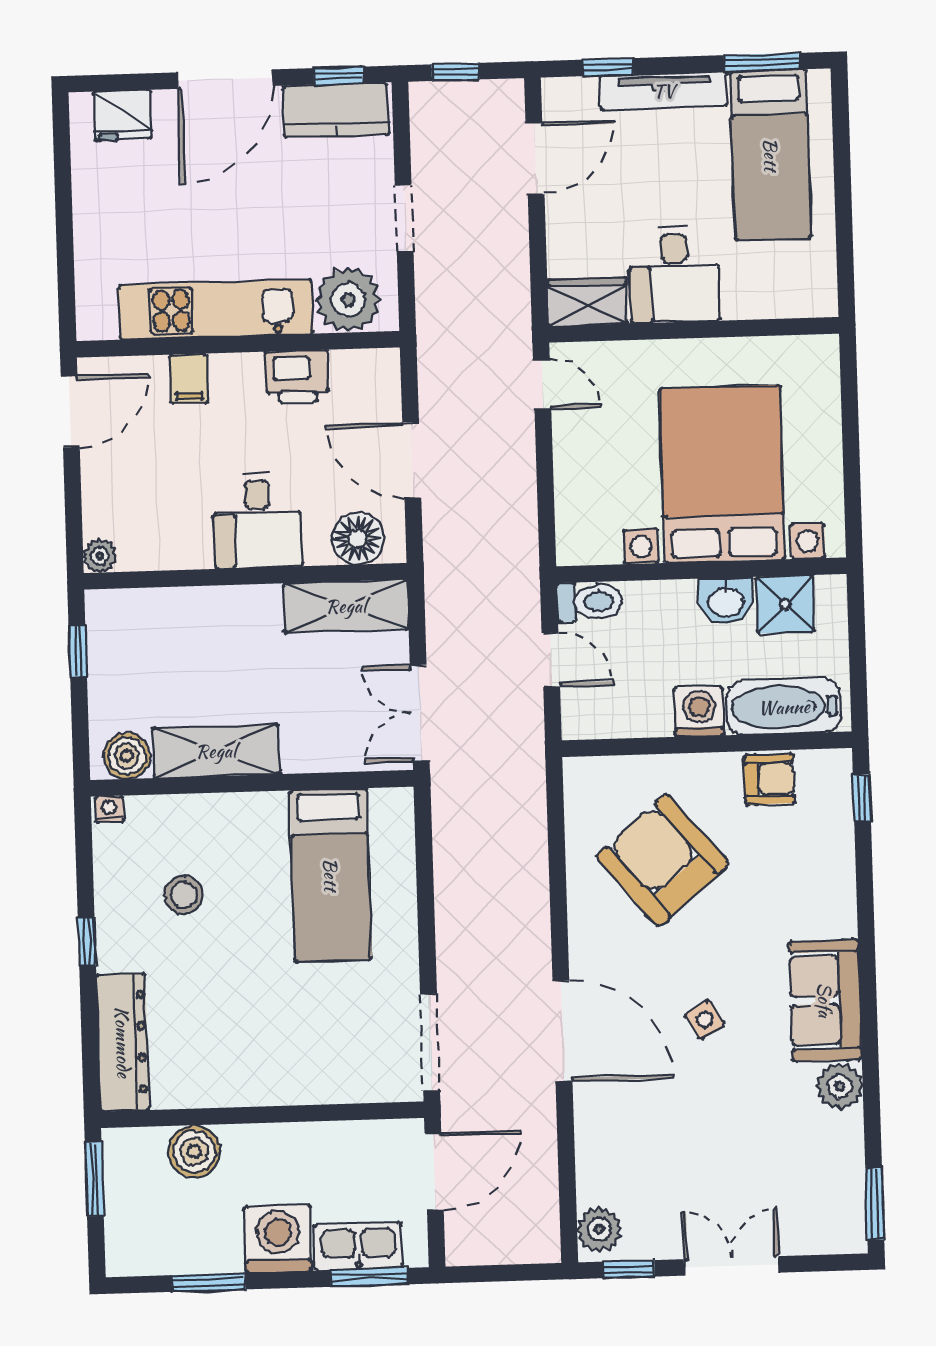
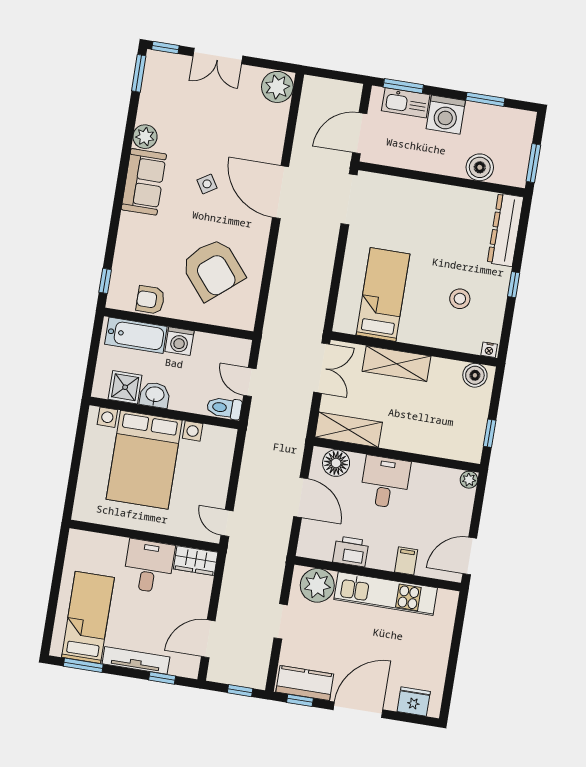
shelving: (216, 751) -> (397, 364), moved
plant: (599, 1229) -> (277, 87), width x1.36, depth x1.36
window: (629, 1269) -> (165, 47), moved

